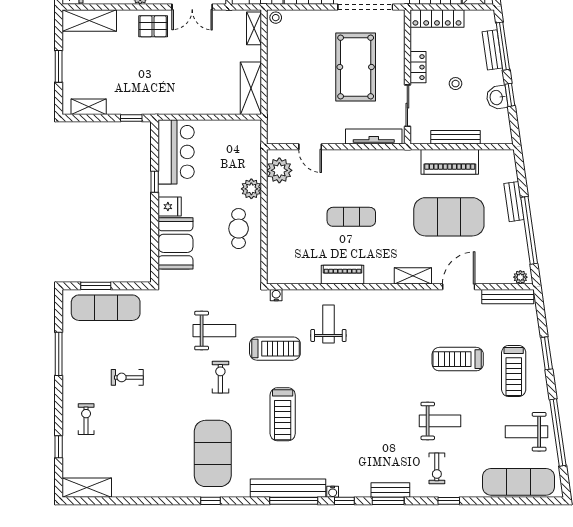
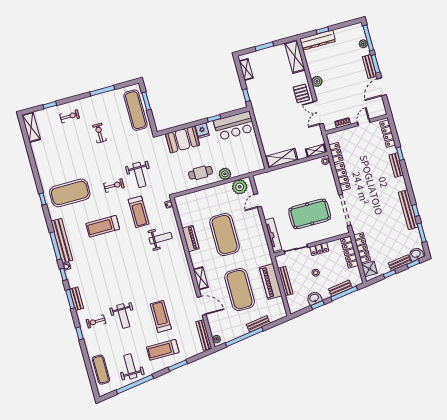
exercise mat: (351, 217) -> (225, 235), width x2.00, depth x1.45
exercise mat: (518, 482) -> (101, 370), width x0.73, depth x0.69

